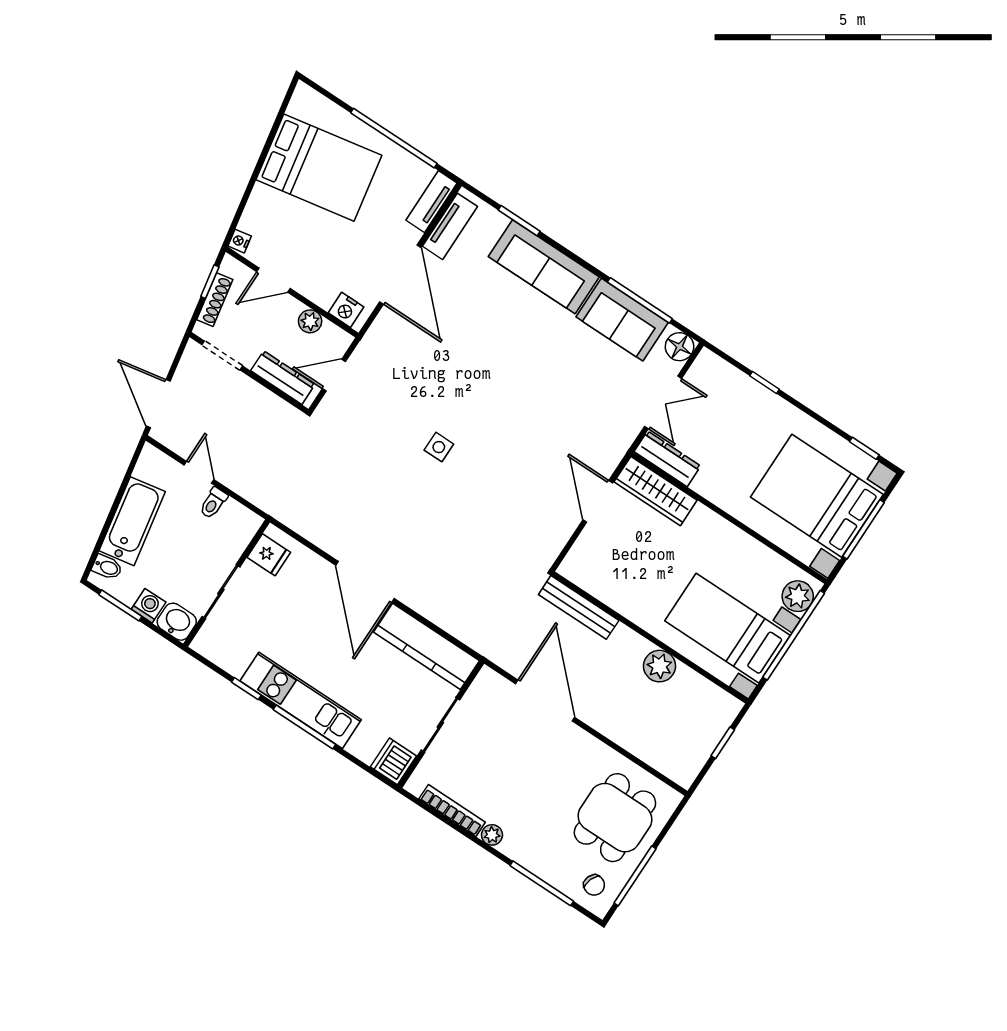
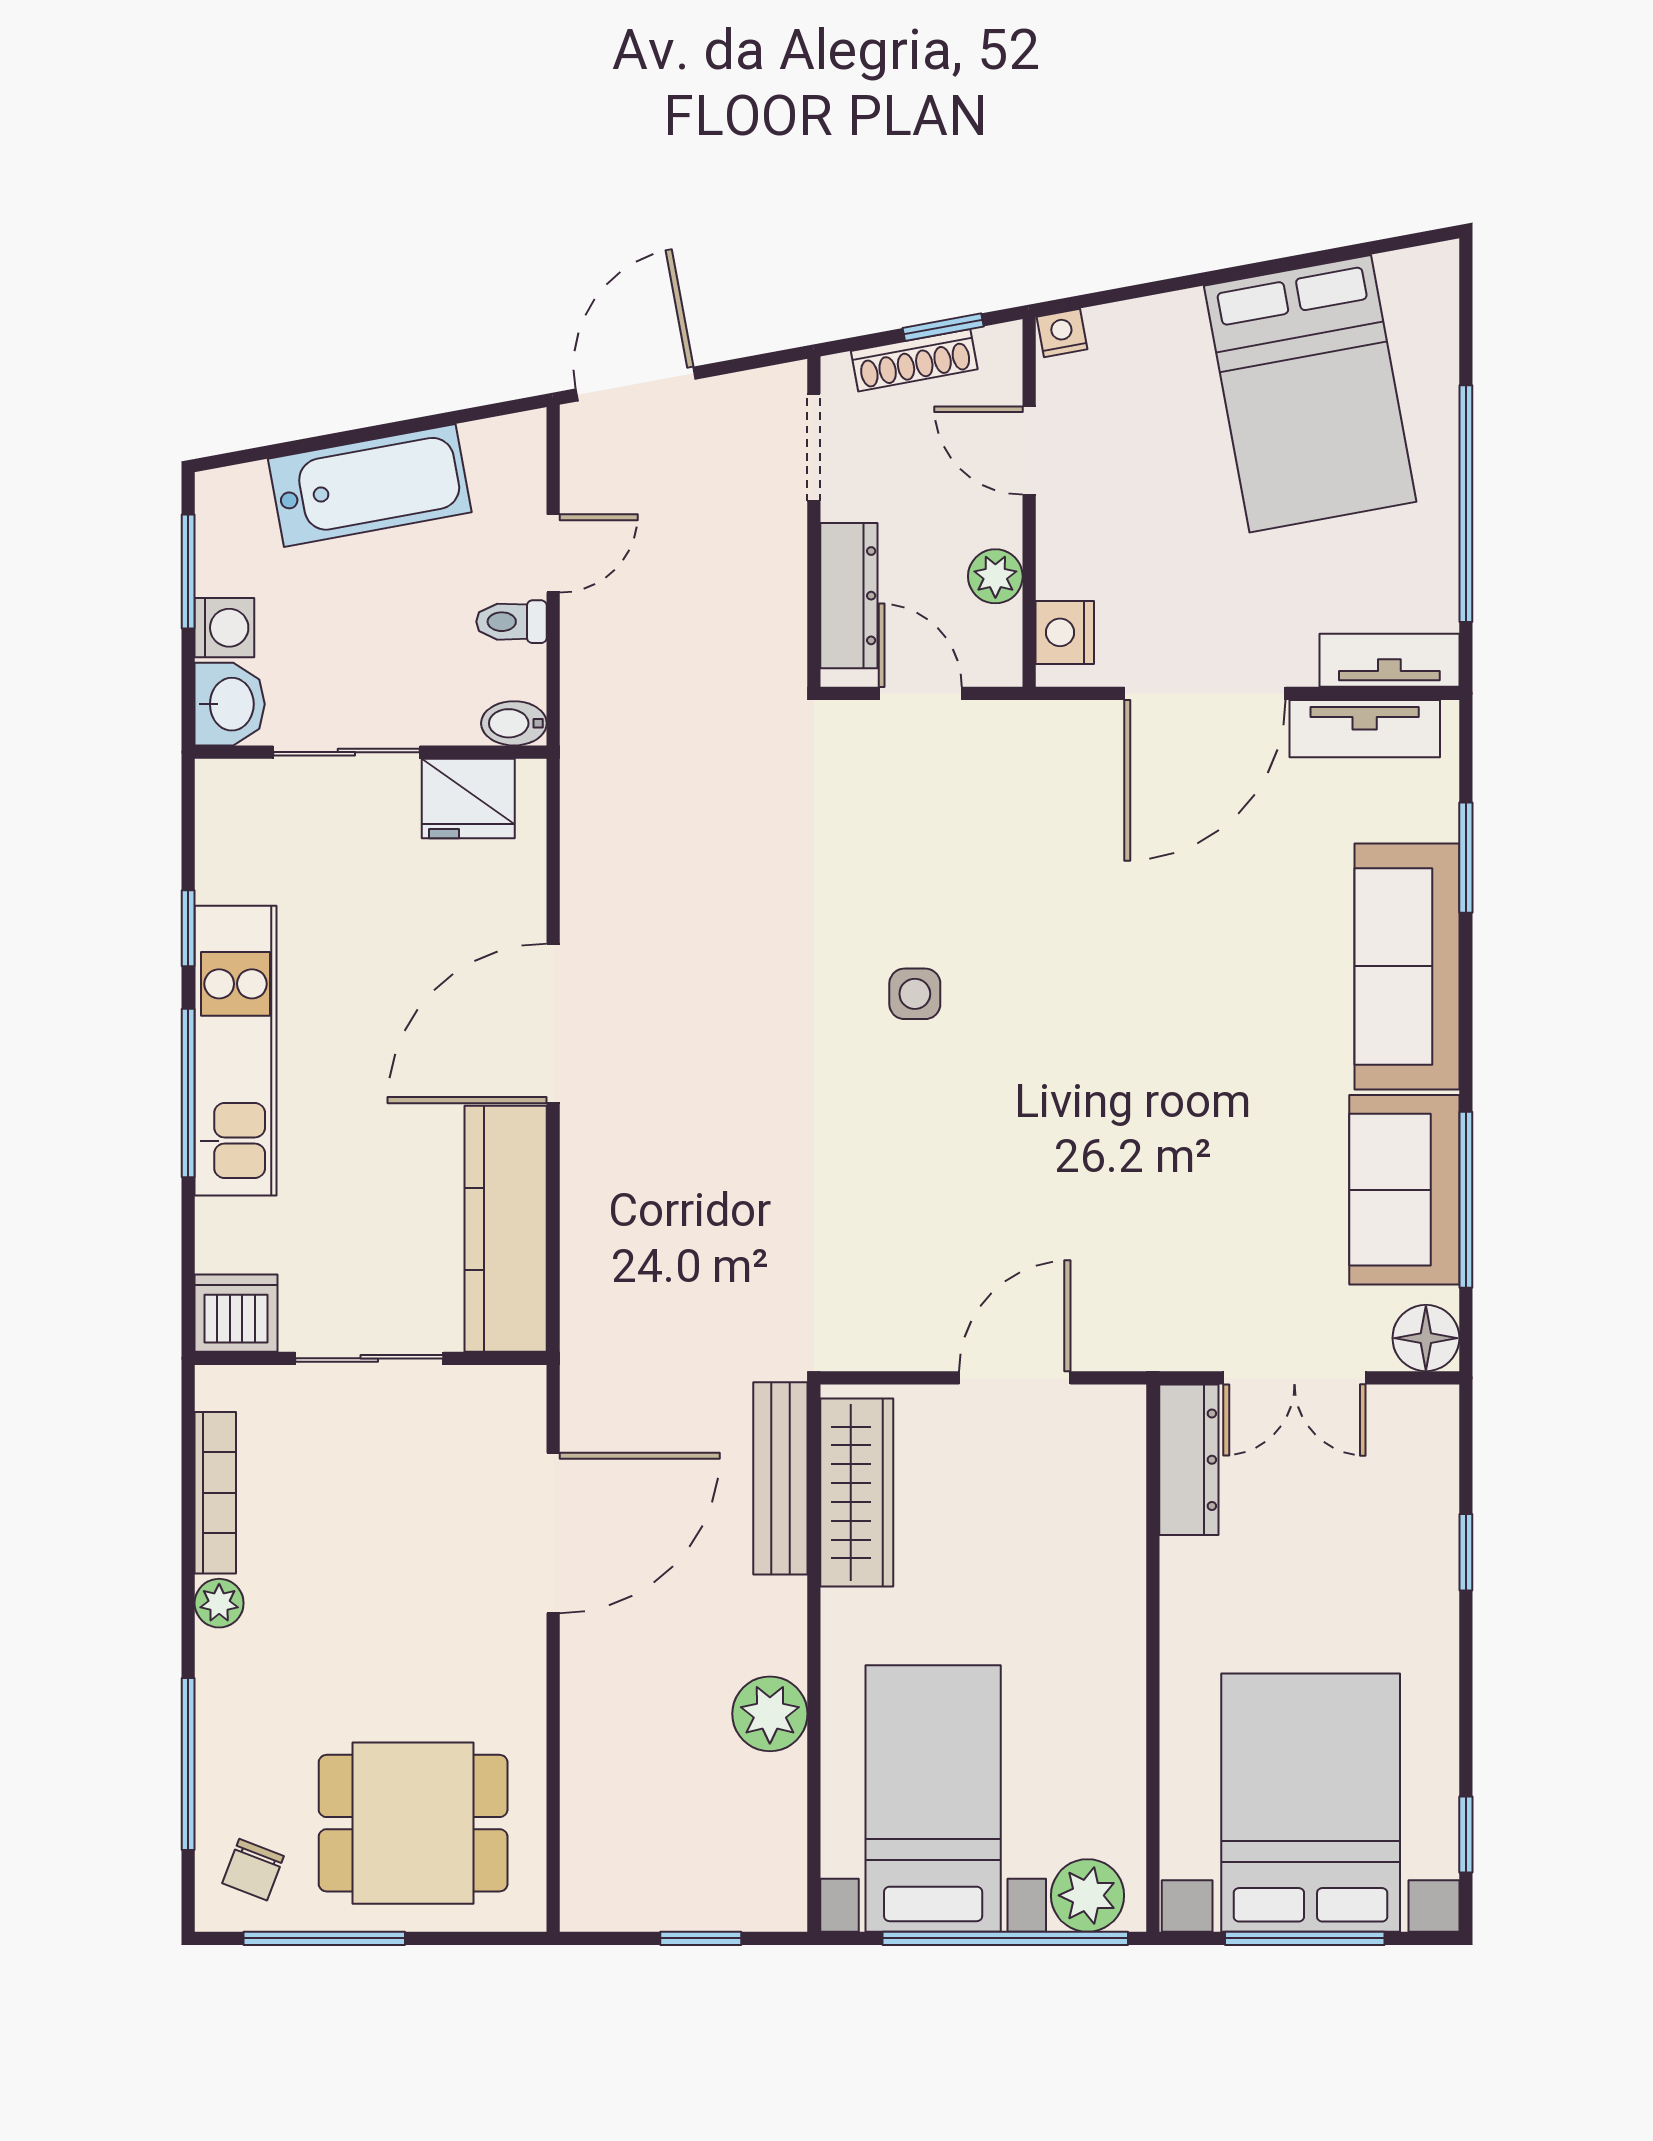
wardrobe: (656, 491) -> (857, 1492), moved, turned 180
fridge: (269, 555) -> (468, 799), width x1.38
bidet: (107, 567) -> (514, 723), moved, turned 100

